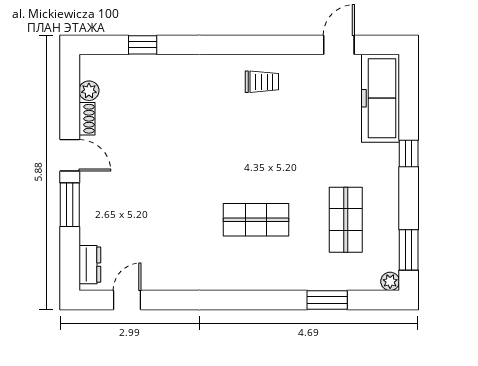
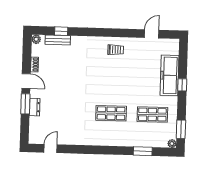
bench: (136, 64) -> (58, 40), added
plant: (89, 91) -> (36, 39), moved
freezer: (380, 98) -> (170, 75), moved
shop shelf: (346, 220) -> (152, 115), turned 90
dresser: (90, 265) -> (35, 107), moved

